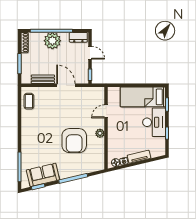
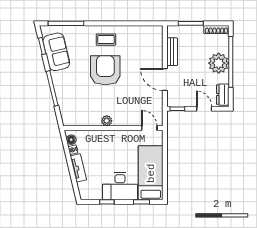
door: (90, 53) -> (204, 109), swing flipped
door: (66, 85) -> (165, 80), swing flipped
coffee table: (29, 101) -> (106, 40), moved
door: (106, 111) -> (149, 128), moved
armchair: (74, 141) -> (105, 70), moved, turned 90

